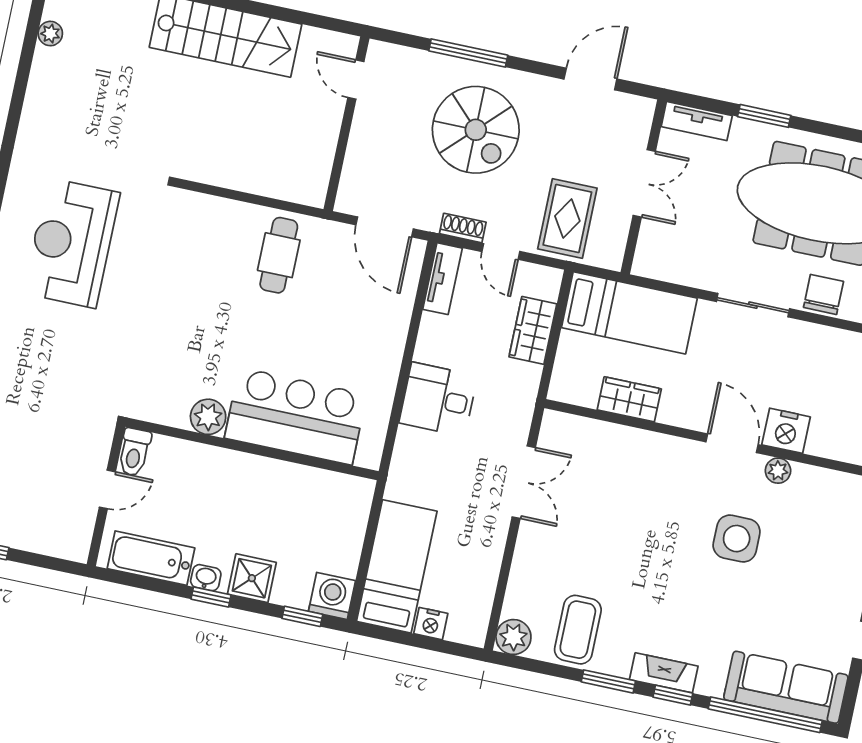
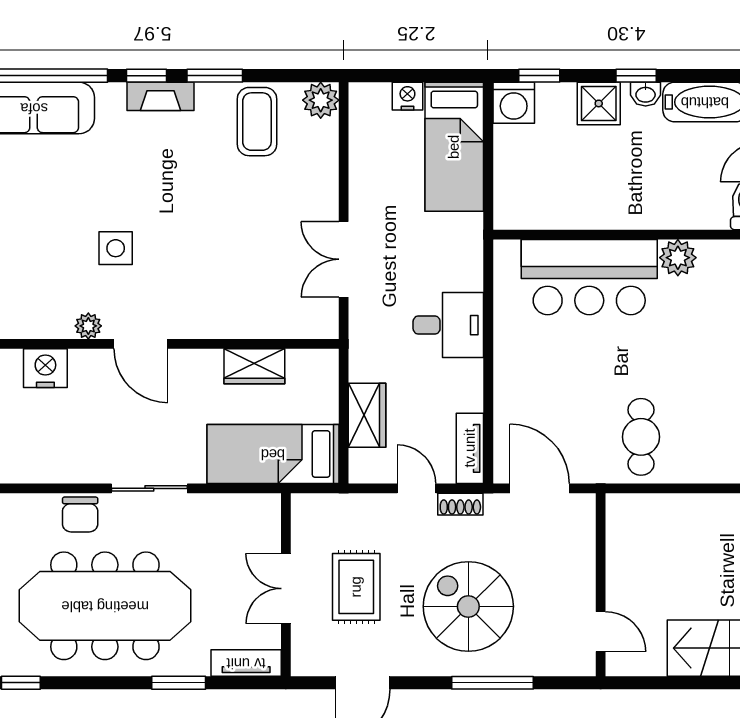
rug: (567, 218) -> (356, 587), moved
nightstand: (786, 431) -> (45, 368), moved
side table: (737, 539) -> (116, 248), width x0.73, depth x0.73

